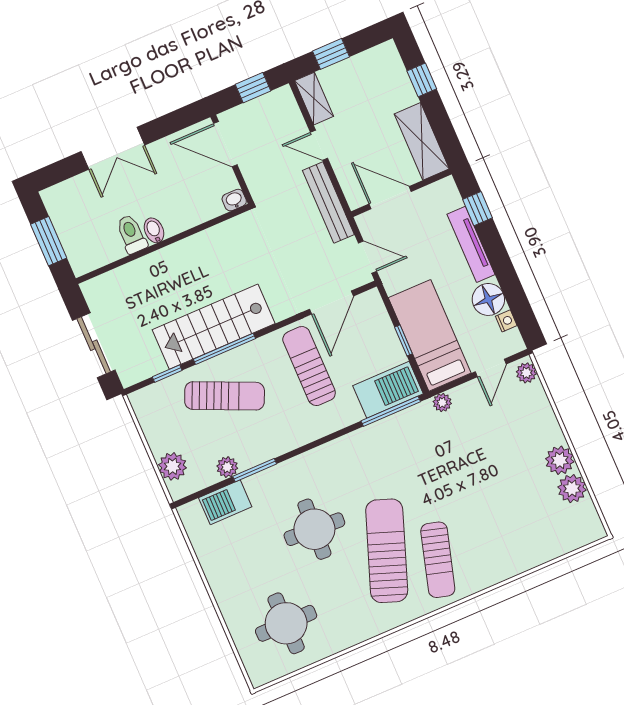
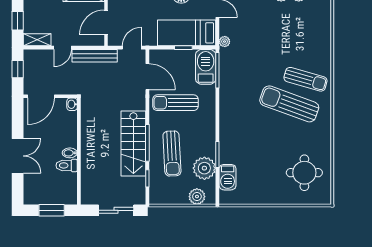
sun lounger: (225, 396) -> (172, 153), turned 153
plant: (227, 467) -> (204, 168), width x1.87, depth x1.87
round table: (314, 529) -> (262, 137), removed

